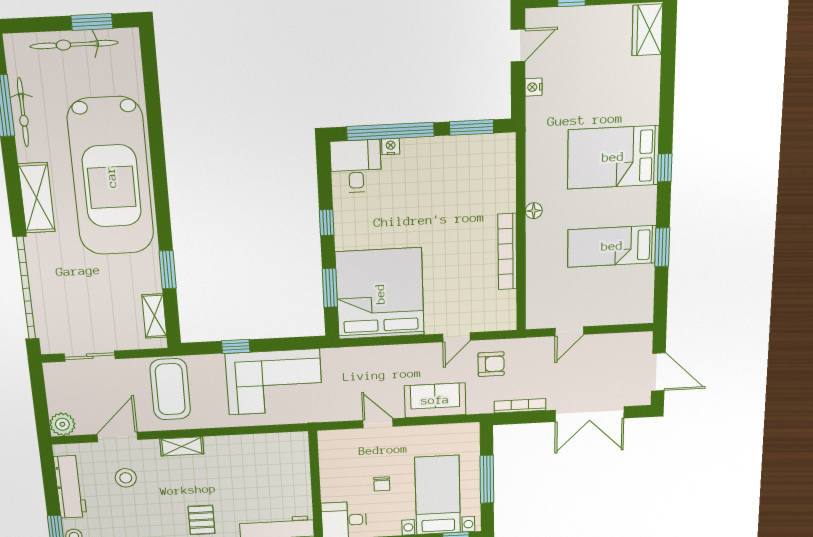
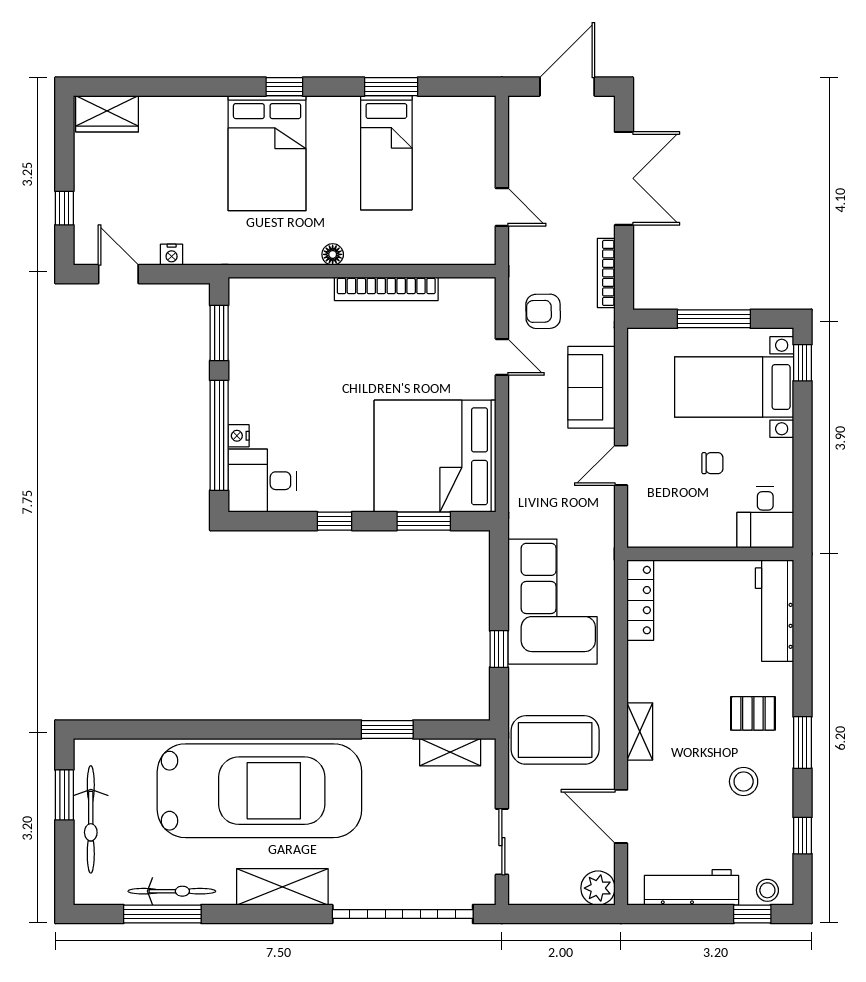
armchair: (491, 364) -> (543, 311), turned -91
locker: (279, 442) -> (640, 600), added
stool: (126, 478) -> (744, 781), moved

